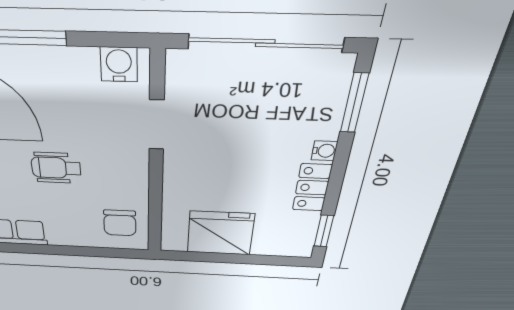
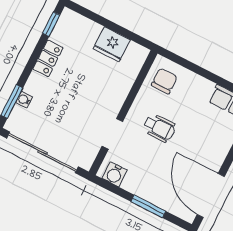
water cooler: (324, 151) -> (24, 100), moved
wheelchair: (56, 168) -> (159, 128), moved
fridge: (220, 233) -> (112, 44), width x0.73, depth x0.75

